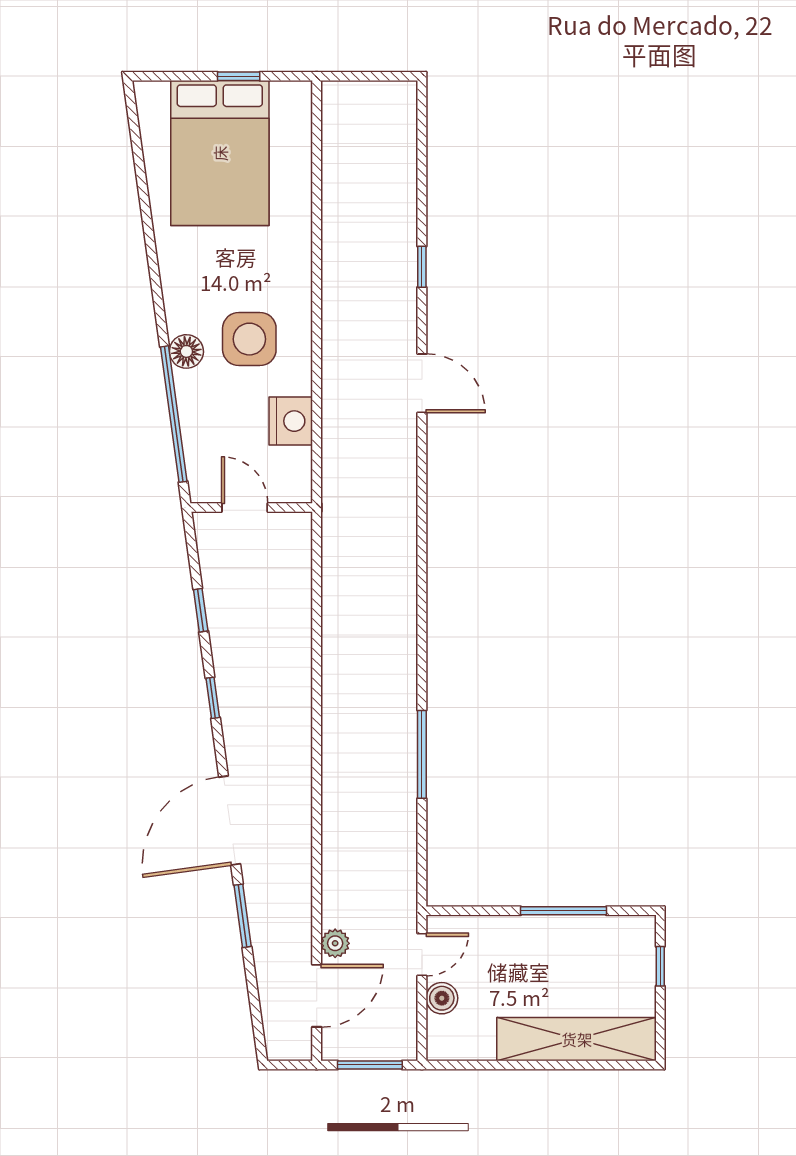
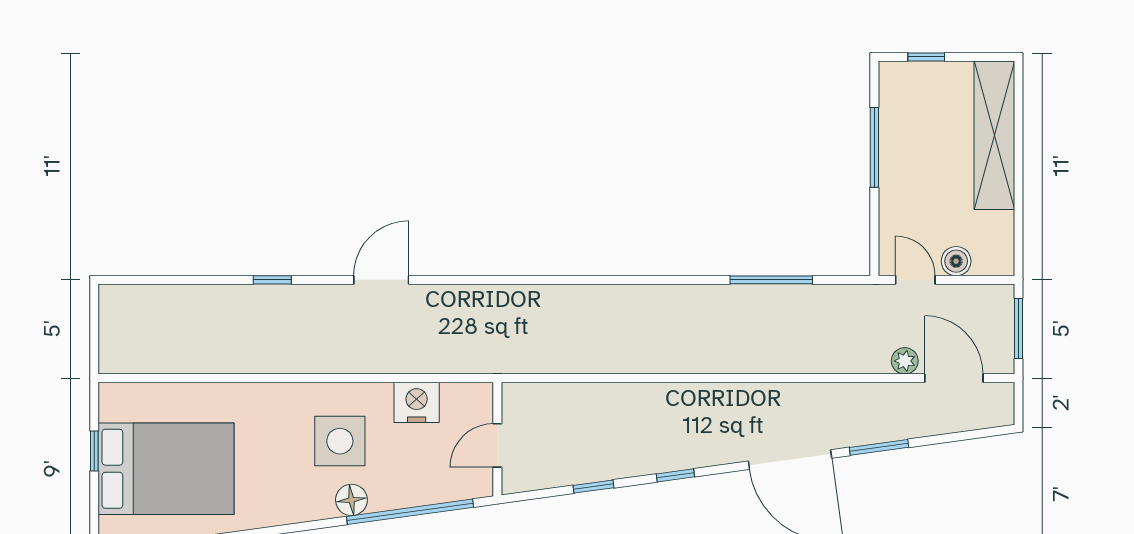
window: (422, 754) -> (771, 280), moved

